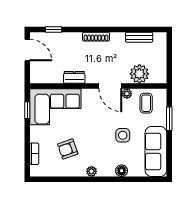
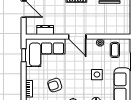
plant: (139, 74) -> (110, 27), removed
dresser: (74, 77) -> (45, 30), moved
door: (110, 86) -> (77, 37), moved

